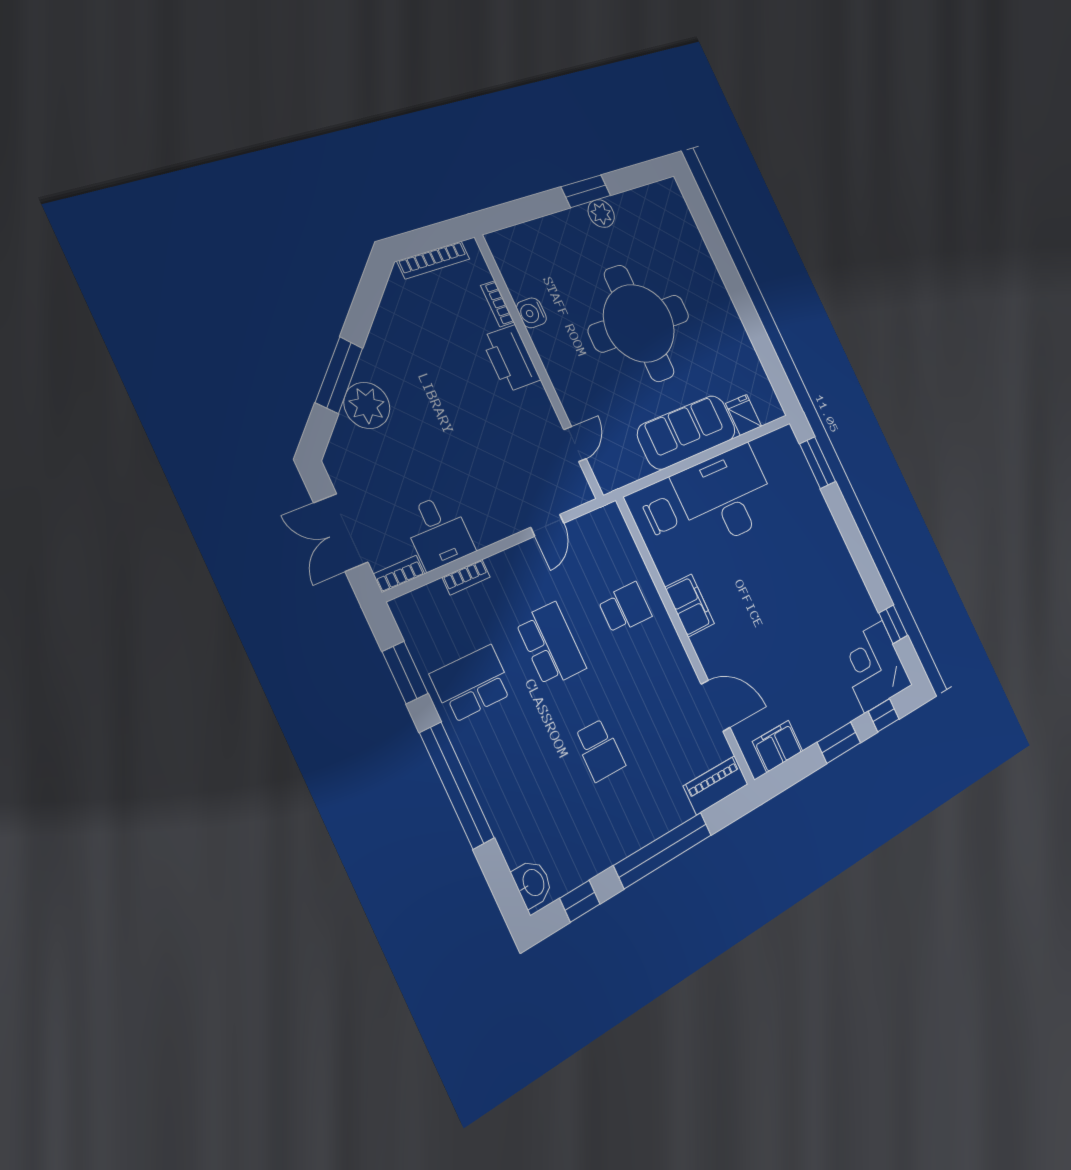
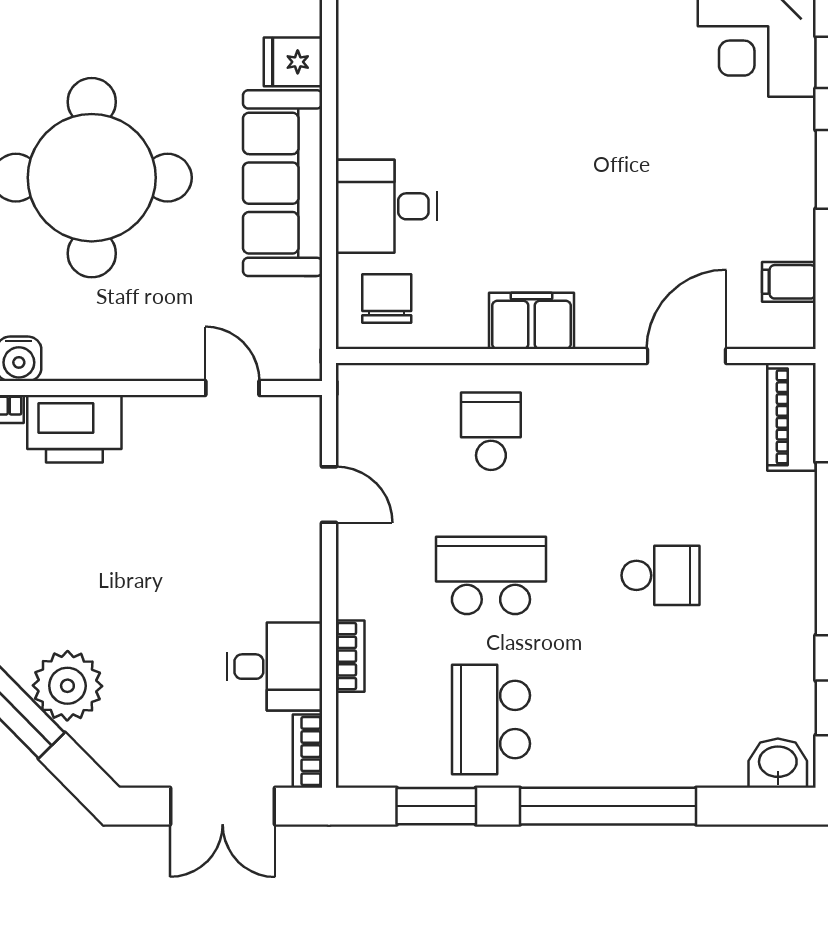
desk: (726, 496) -> (386, 206), width x0.53, depth x0.77
filing cabinet: (778, 746) -> (789, 282), width x0.50

